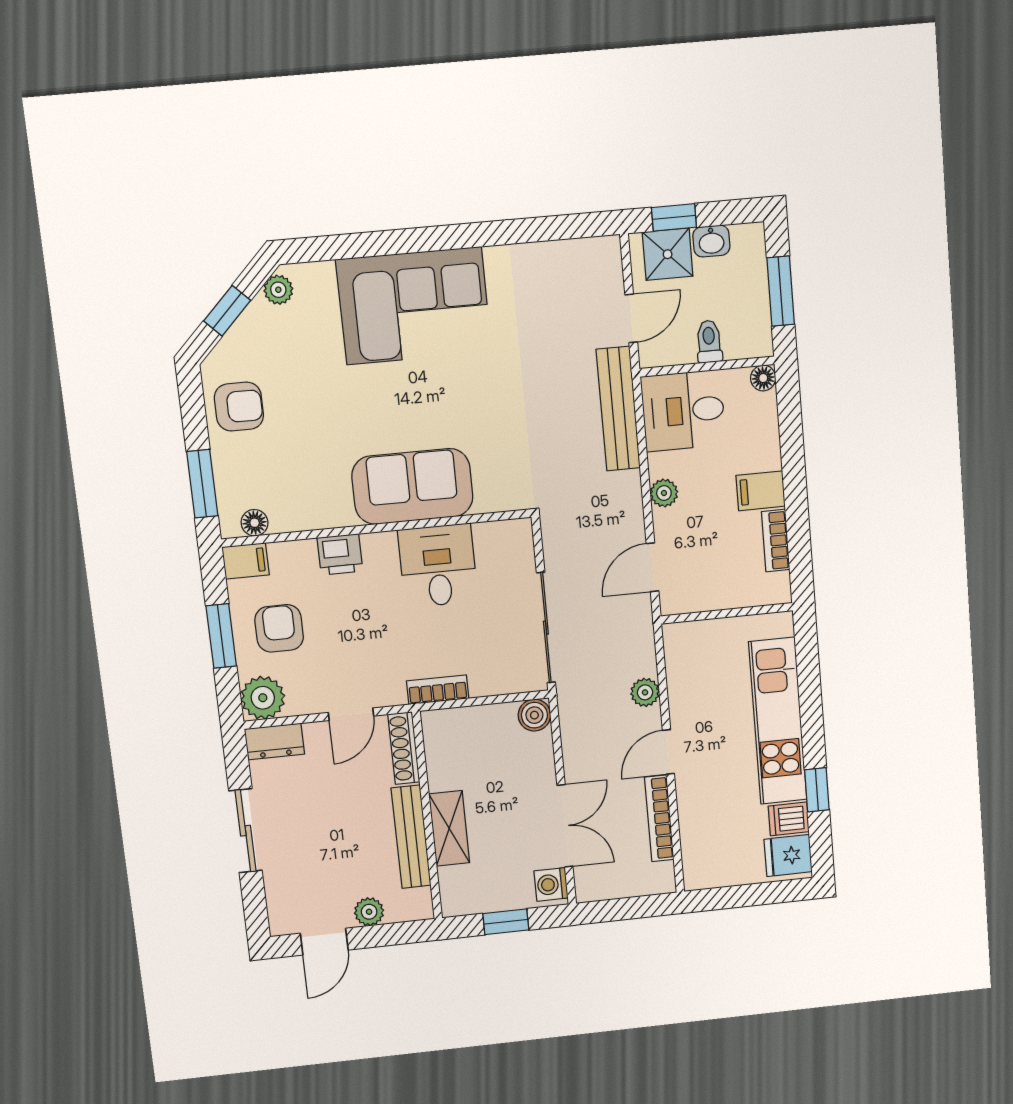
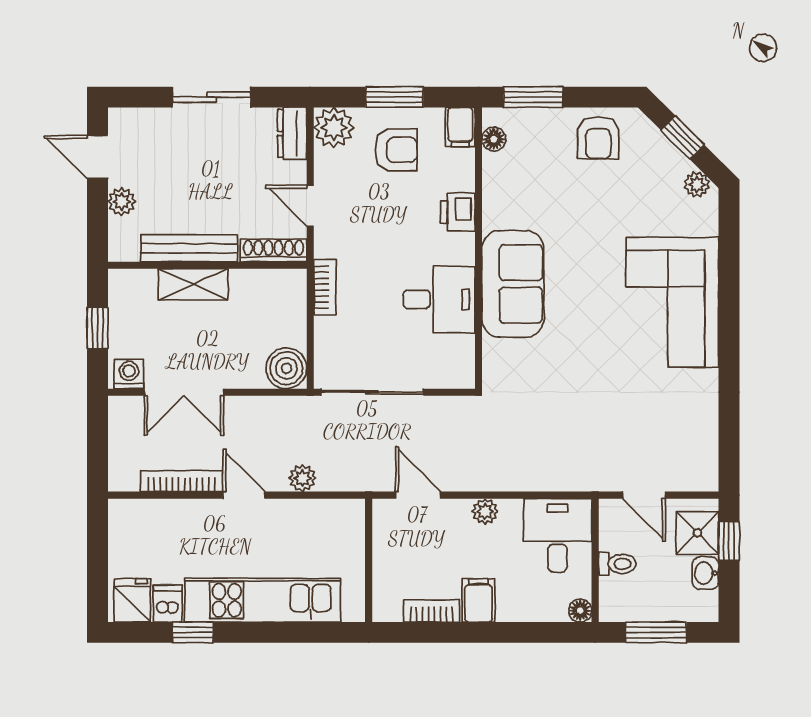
bench: (618, 409) -> (565, 476), removed
boiler: (534, 715) -> (286, 368), width x1.36, depth x1.36

